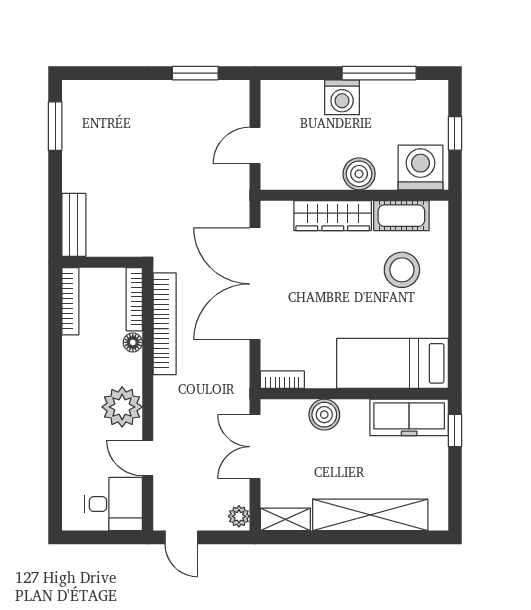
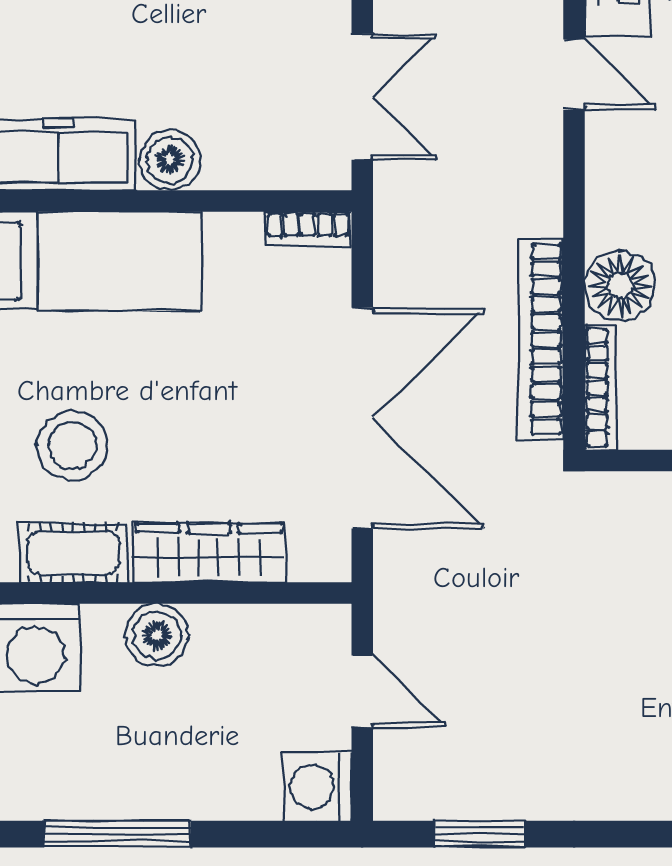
washing machine: (342, 97) -> (317, 786), moved, turned -90
door: (255, 145) -> (362, 691), hinge flipped
floor lamp: (133, 342) -> (620, 286), width x1.89, depth x1.89
plant: (122, 407) -> (625, 175), removed
boiler: (324, 415) -> (170, 160), moved

